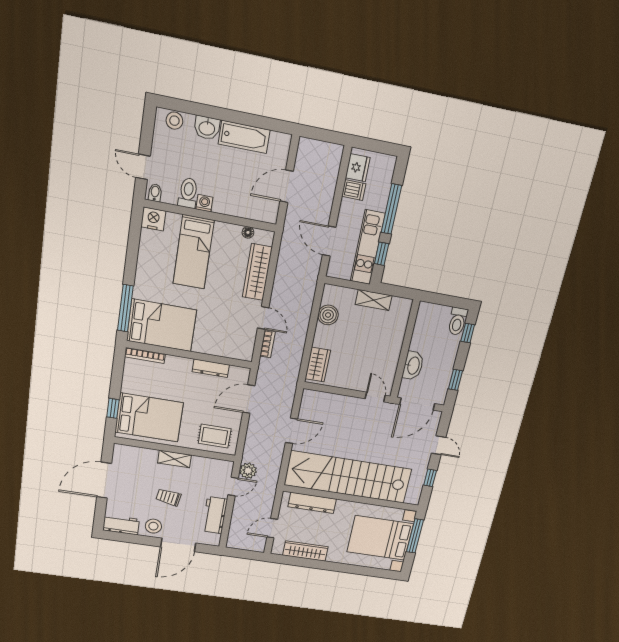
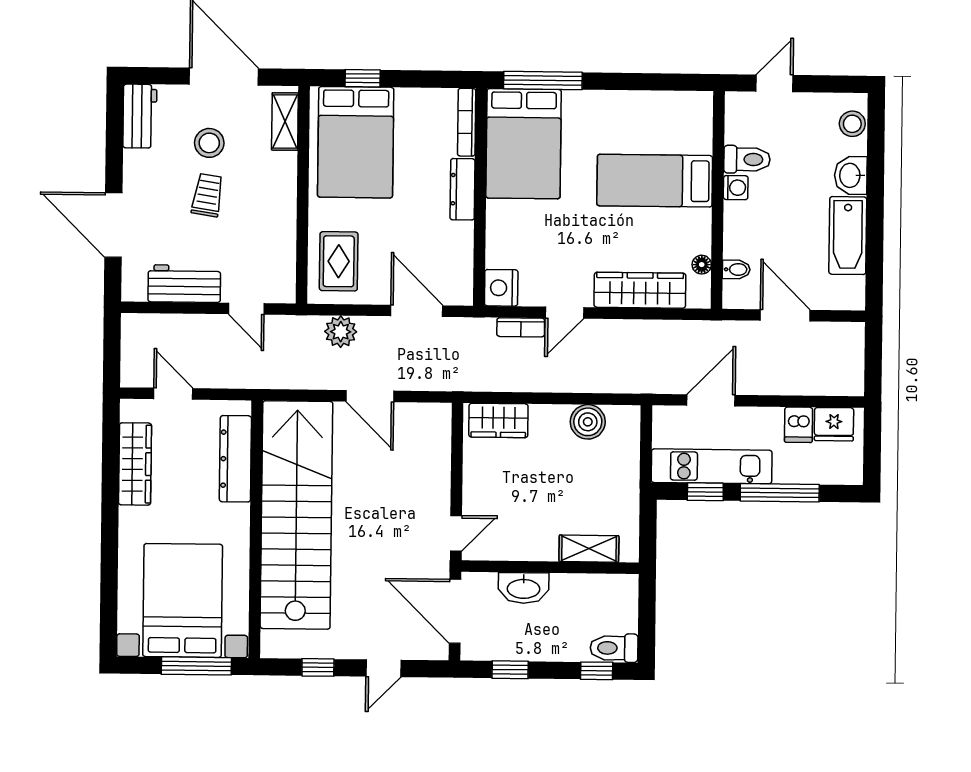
bidet: (155, 193) -> (736, 269), moved
nightstand: (153, 219) -> (501, 288), moved, turned 180
shelving: (374, 300) -> (589, 549), moved, turned 90
dresser: (211, 368) -> (462, 189), moved
shelving: (175, 459) -> (285, 121), moved
plant: (248, 471) -> (341, 332), moved
stool: (153, 526) -> (209, 143), moved

